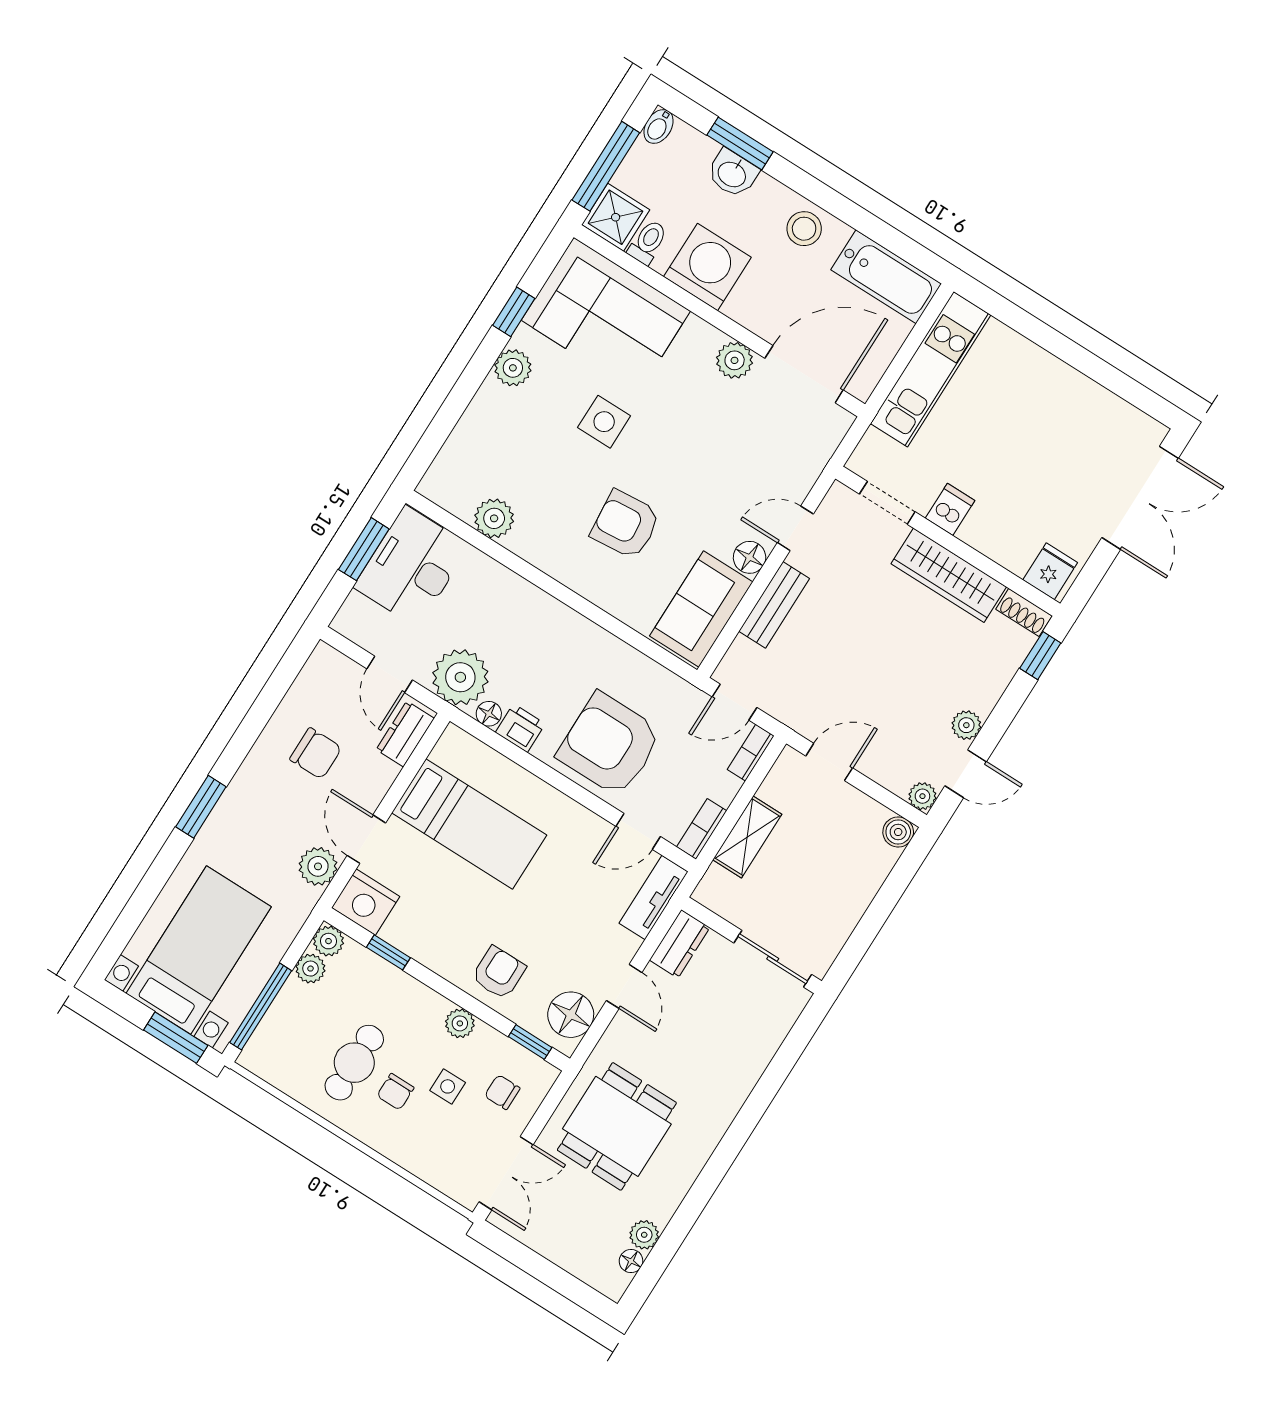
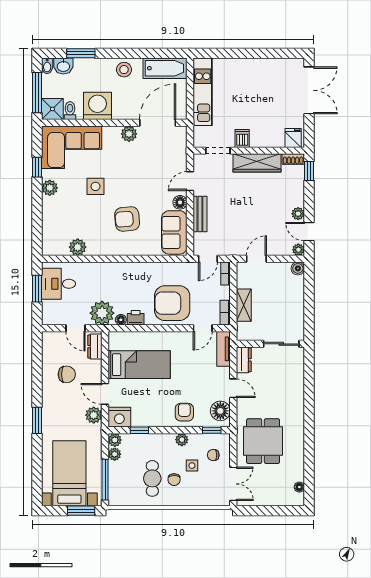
washbasin: (732, 174) -> (63, 66), moved
desk: (412, 566) -> (59, 284), width x0.73
door: (966, 774) -> (309, 232), swing flipped
plant: (644, 1235) -> (298, 474), removed

